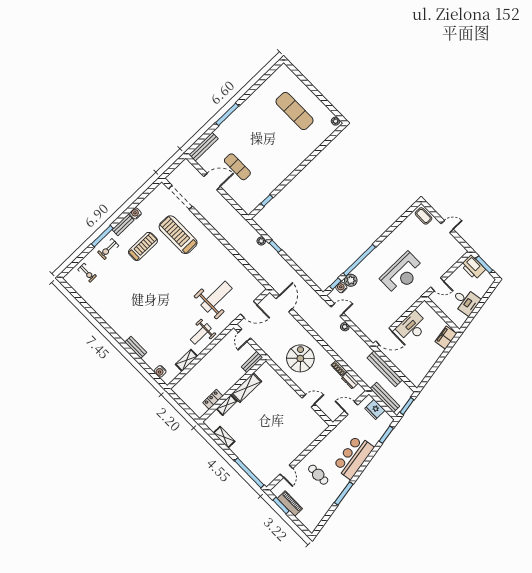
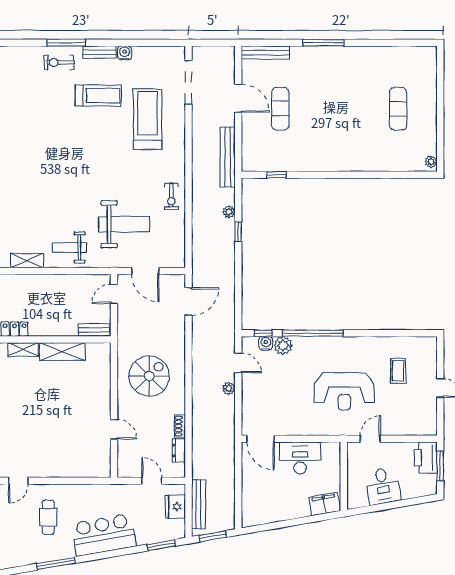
exercise mat: (295, 111) -> (398, 109), width x0.73, depth x0.69
coffee table: (424, 216) -> (398, 371), moved
exercise bike: (87, 273) -> (171, 196), moved
door: (437, 284) -> (370, 439), swing flipped
bench: (385, 369) -> (228, 157), moved

